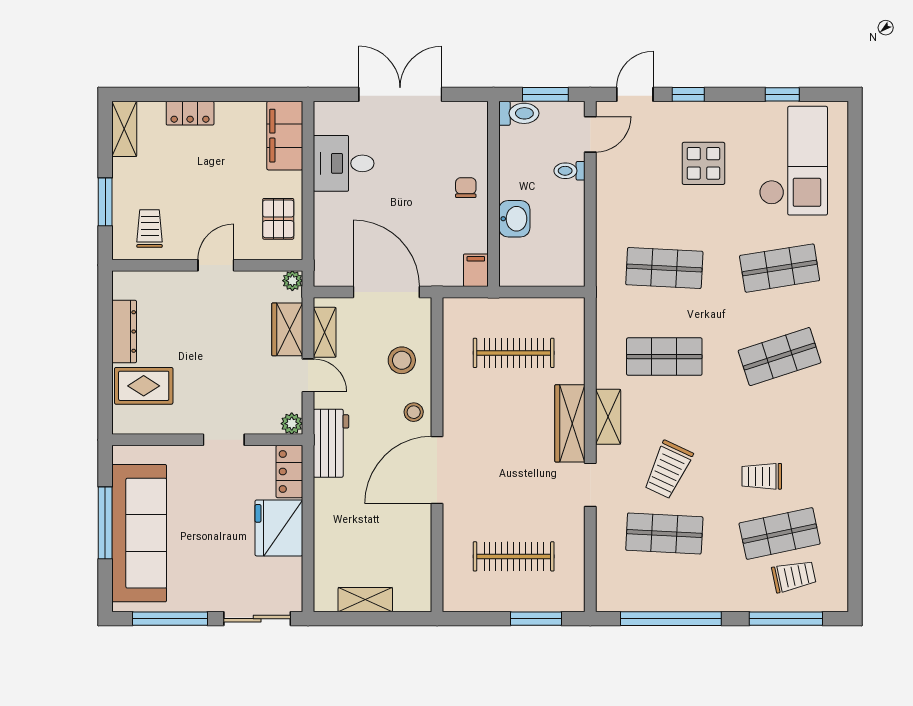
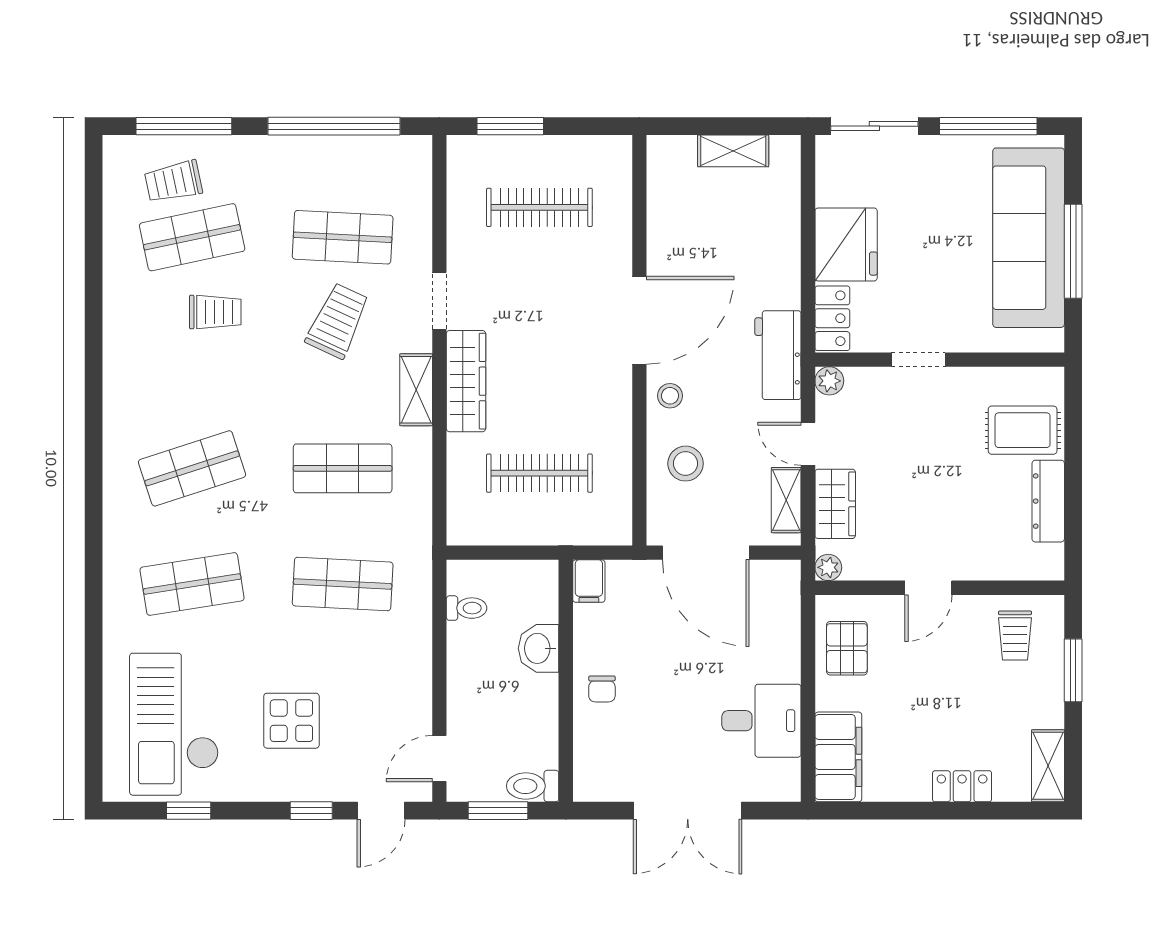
toilet: (569, 171) -> (467, 608), moved

